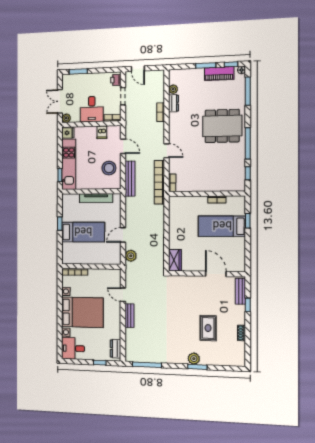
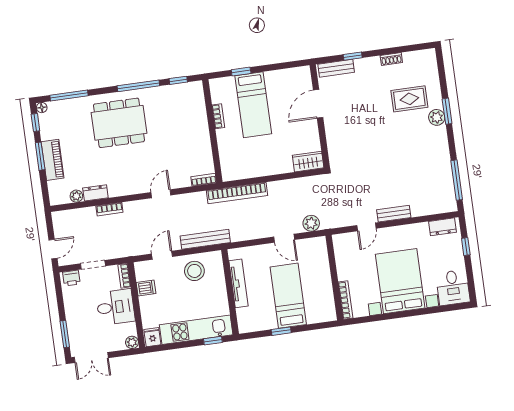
piano: (219, 74) -> (53, 160), moved
double door: (60, 101) -> (91, 358), moved
dining table: (222, 126) -> (119, 123), turned 90
bookcase: (159, 182) -> (237, 193), moved
rug: (208, 328) -> (409, 99), moved

